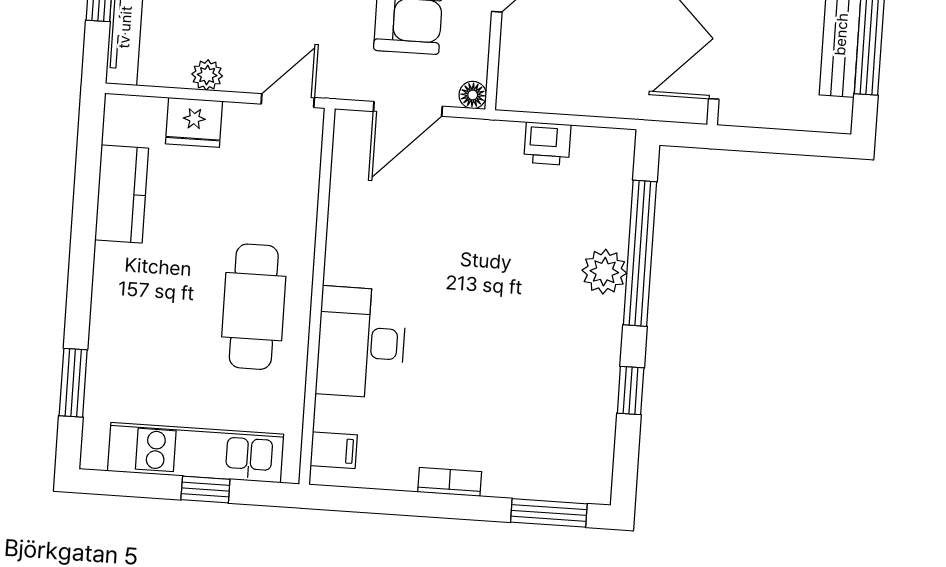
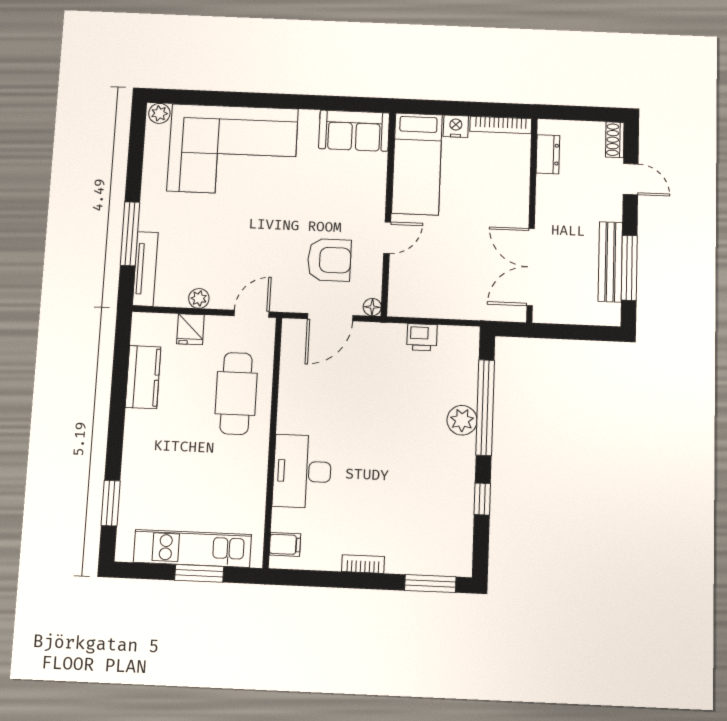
fridge: (194, 122) -> (190, 329), width x0.72
cafe table: (254, 307) -> (236, 393), moved
window: (205, 490) -> (199, 573), width x1.50

